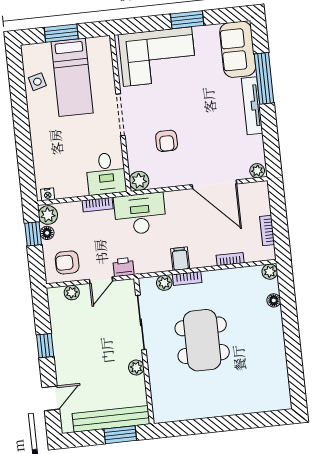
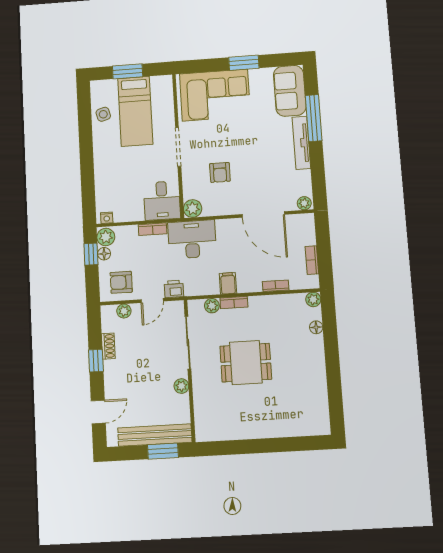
shoe rack: (57, 330) -> (108, 346), added
dining table: (202, 340) -> (246, 363), width x0.73

